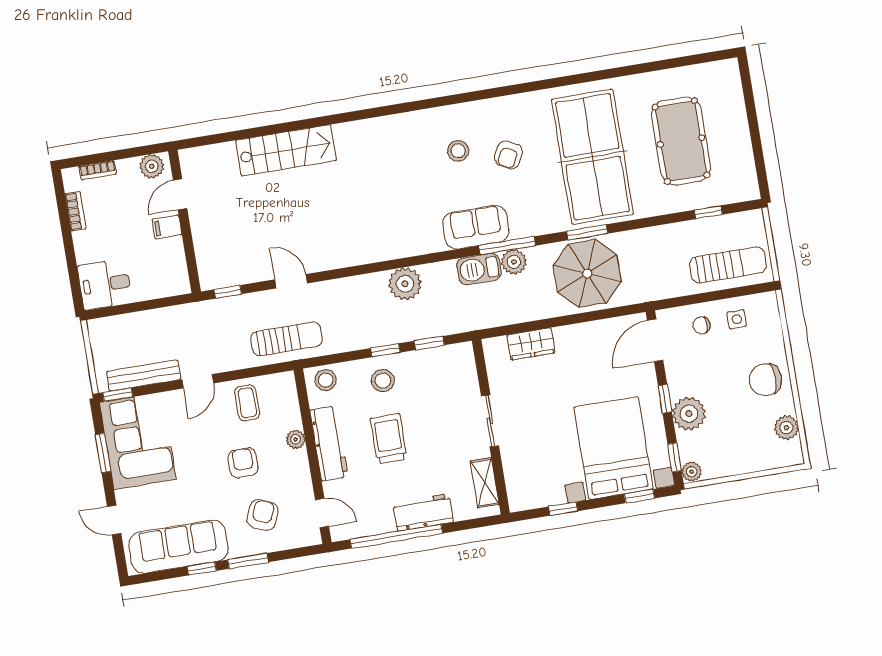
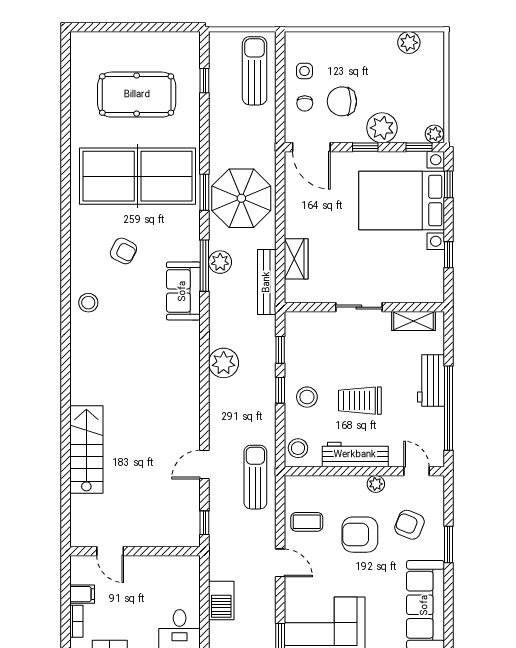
stool: (458, 151) -> (88, 303), moved
plant: (152, 166) -> (81, 572), removed
filing cabinet: (167, 227) -> (82, 594), moved, turned -90
barbecue: (479, 269) -> (221, 600), moved
bench: (144, 375) -> (267, 282), moved
chair: (766, 380) -> (342, 101), moved, turned 90
plant: (296, 439) -> (376, 484), moved
armchair: (243, 463) -> (360, 535), width x1.38, depth x1.38
door: (322, 513) -> (416, 471), hinge flipped
window: (202, 569) -> (448, 587), removed

